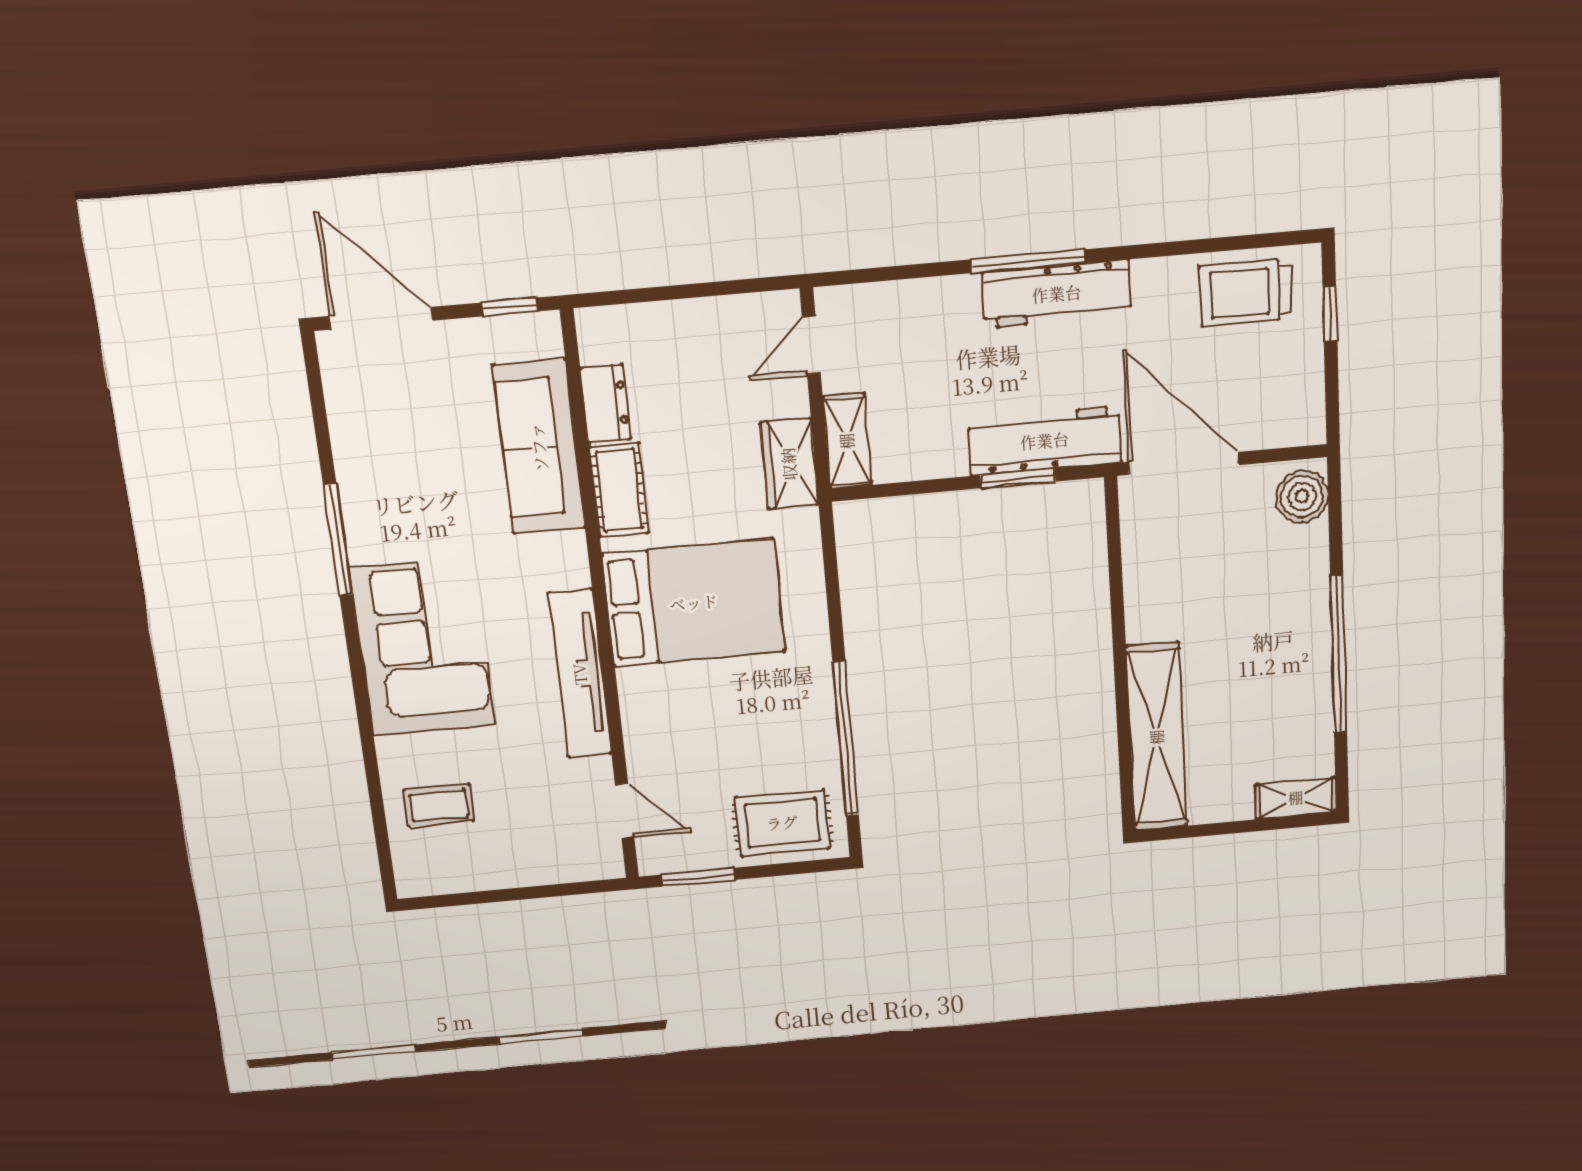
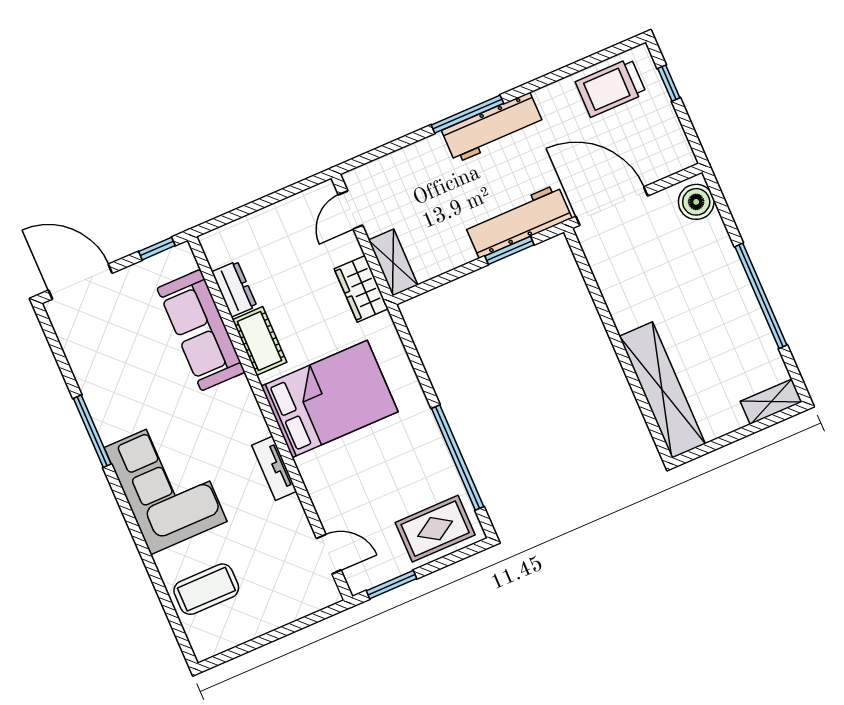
tv unit: (580, 674) -> (274, 468), width x0.52, depth x0.78
coffee table: (439, 805) -> (206, 589), width x1.36, depth x1.30

